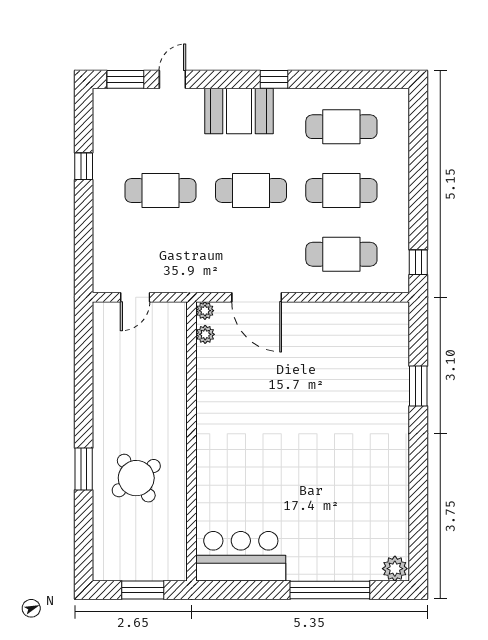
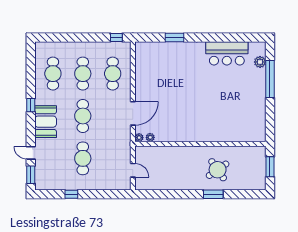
bar counter: (241, 556) -> (227, 53), moved, turned -90
plant: (395, 569) -> (260, 62), moved

